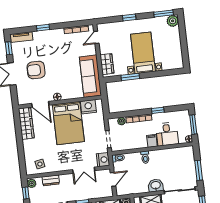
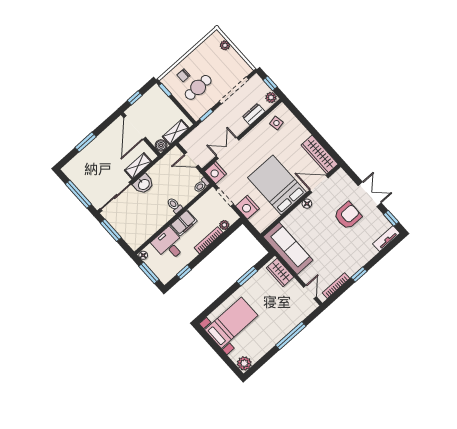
window: (164, 13) -> (259, 364), removed
window: (129, 18) -> (291, 336), width x2.17
window: (43, 28) -> (359, 274), moved
bed with nightstands: (143, 53) -> (231, 323), moved, turned -90
nightstand: (88, 107) -> (247, 207), moved, turned 90
window: (158, 110) -> (184, 272), moved
filing cabinet: (152, 141) -> (184, 223), width x2.00
door: (113, 179) -> (191, 160), hinge flipped

